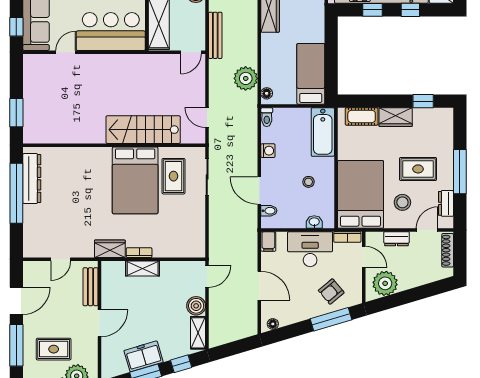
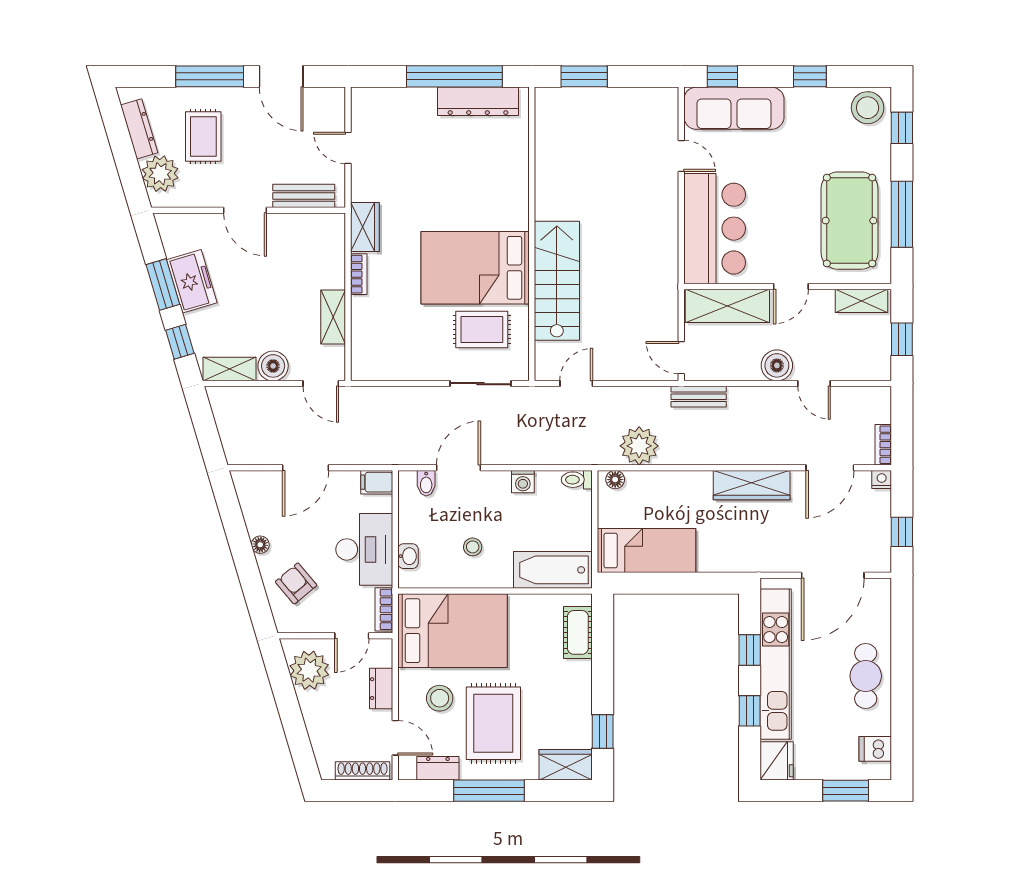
bench: (215, 35) -> (699, 397), width x0.73
wardrobe: (396, 117) -> (566, 765), moved, turned 90
rug: (418, 169) -> (493, 723), width x1.36, depth x1.43
shelving: (143, 269) -> (333, 317), moved
window: (331, 319) -> (252, 583), removed
floor lamp: (273, 324) -> (260, 545), moved

